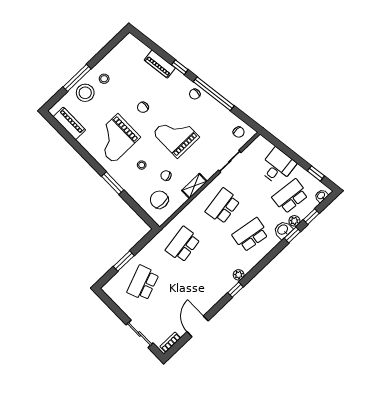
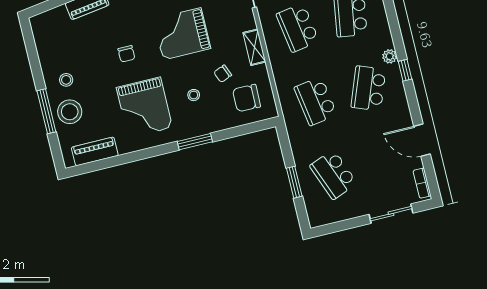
school desk: (211, 273) -> (368, 88), added

